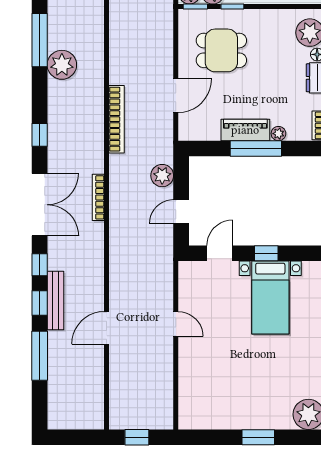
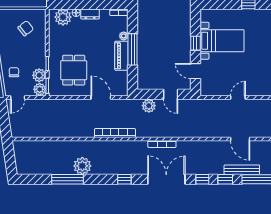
bench: (55, 300) -> (242, 170), moved

